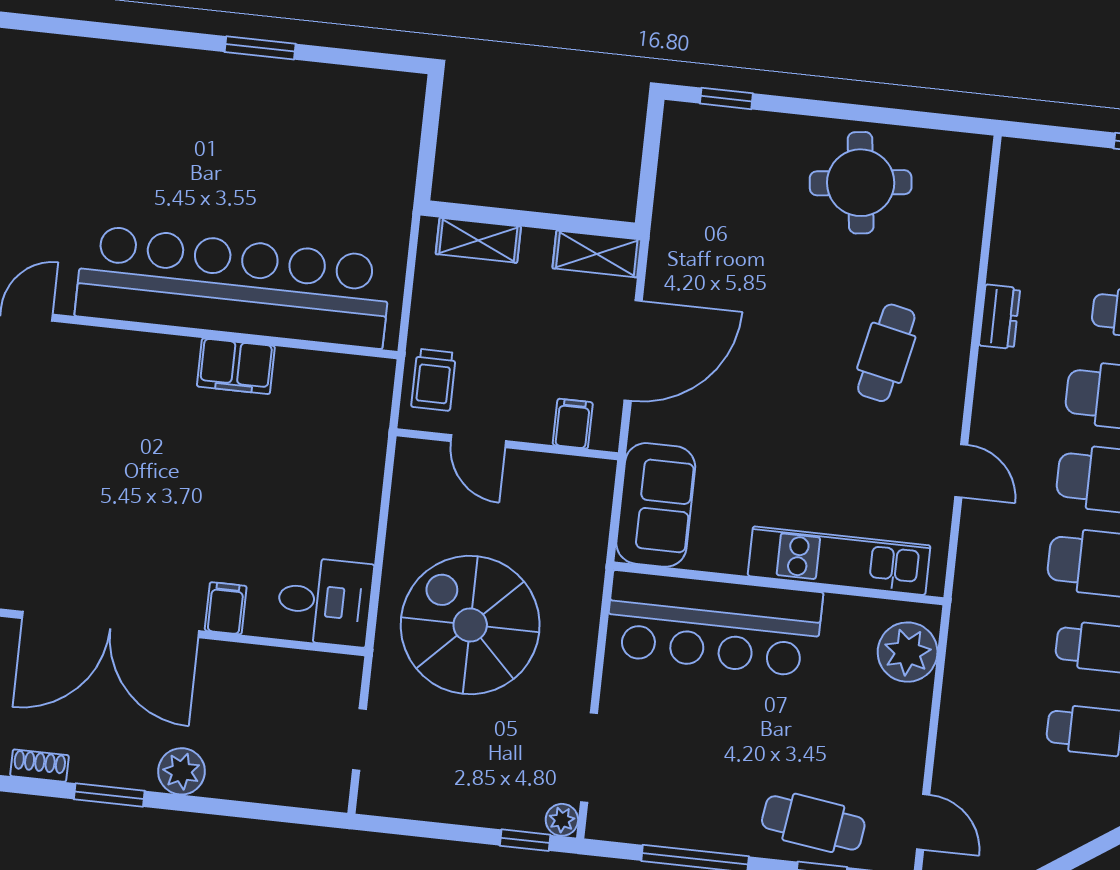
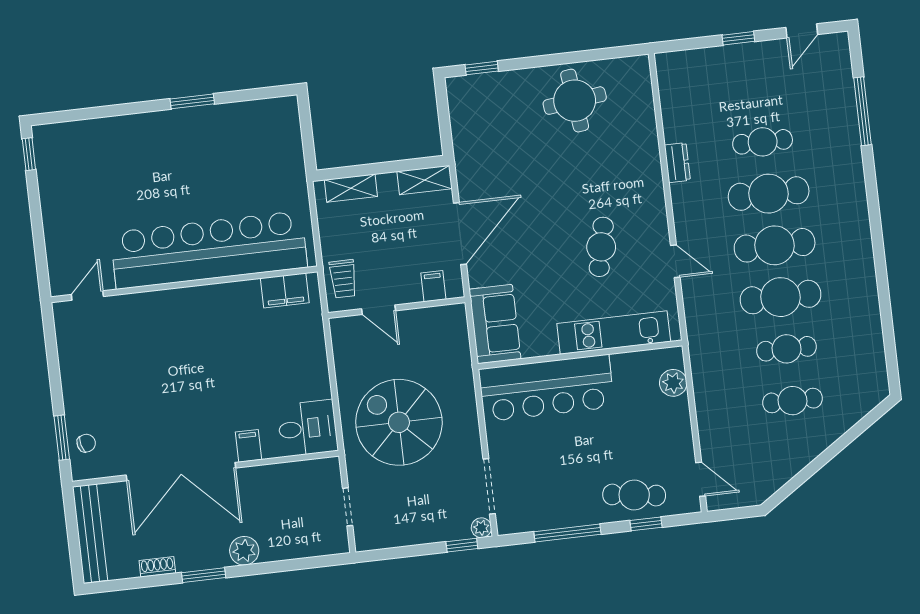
cafe table: (886, 353) -> (601, 247), moved
filing cabinet: (236, 366) -> (285, 290), moved
plant: (908, 652) -> (673, 383), width x0.73, depth x0.73

